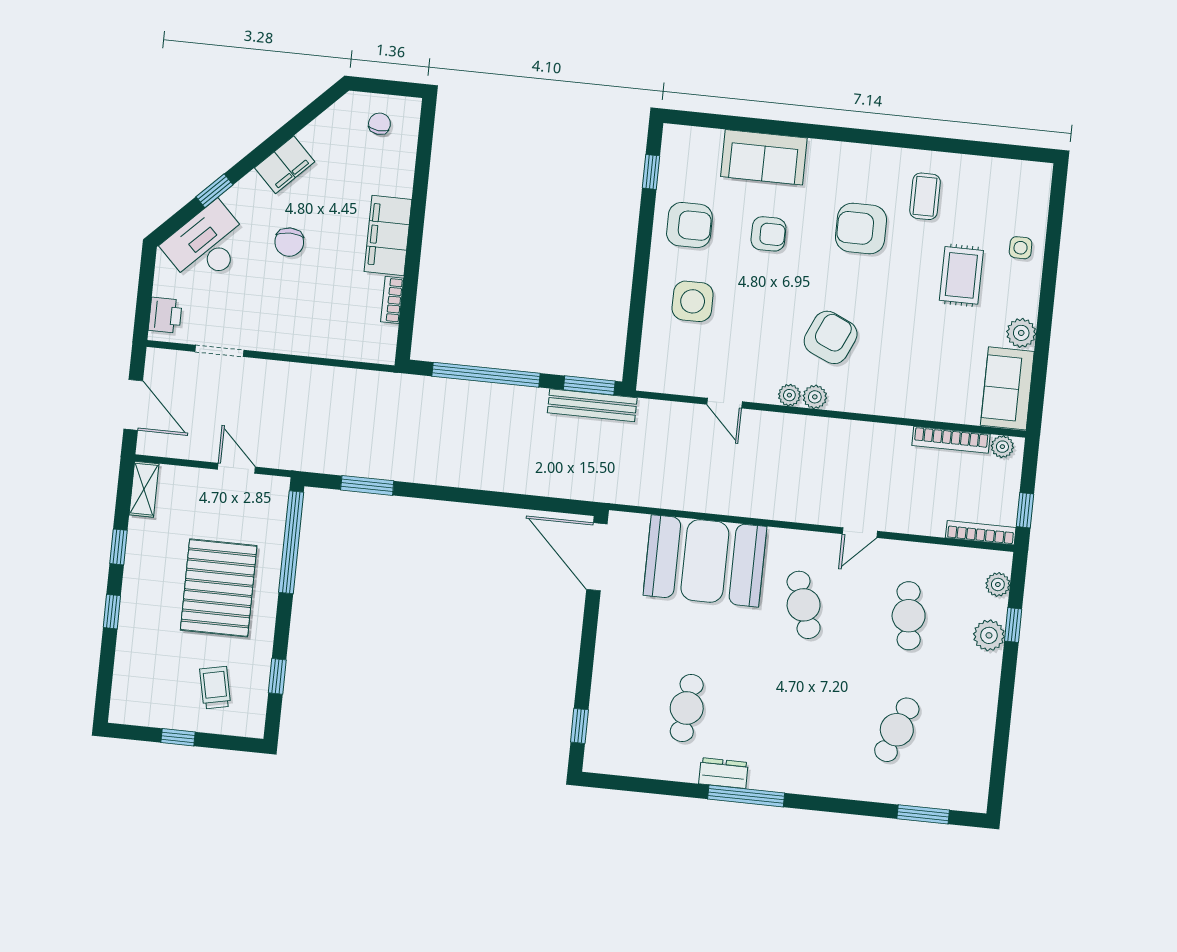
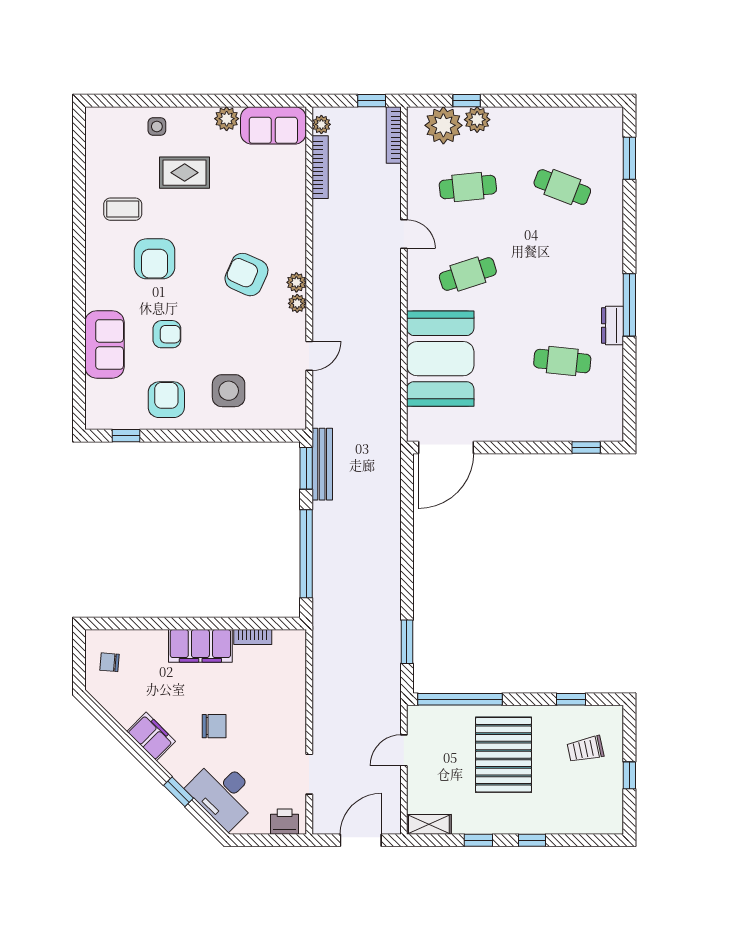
armchair: (768, 234) -> (167, 334), turned 90
plant: (998, 584) -> (443, 125), width x1.88, depth x1.88
pallet: (219, 588) -> (503, 755), turned 90

